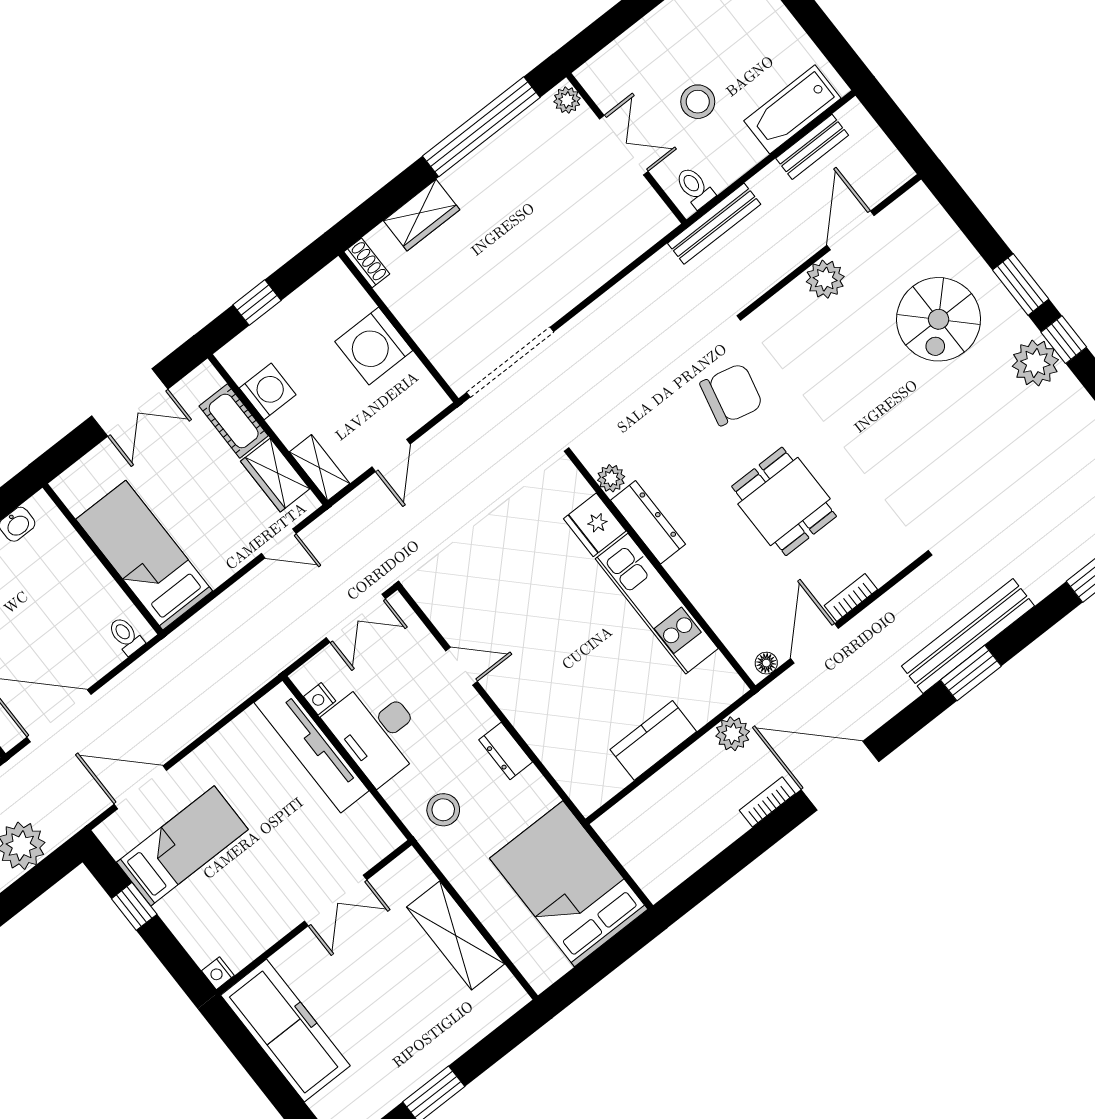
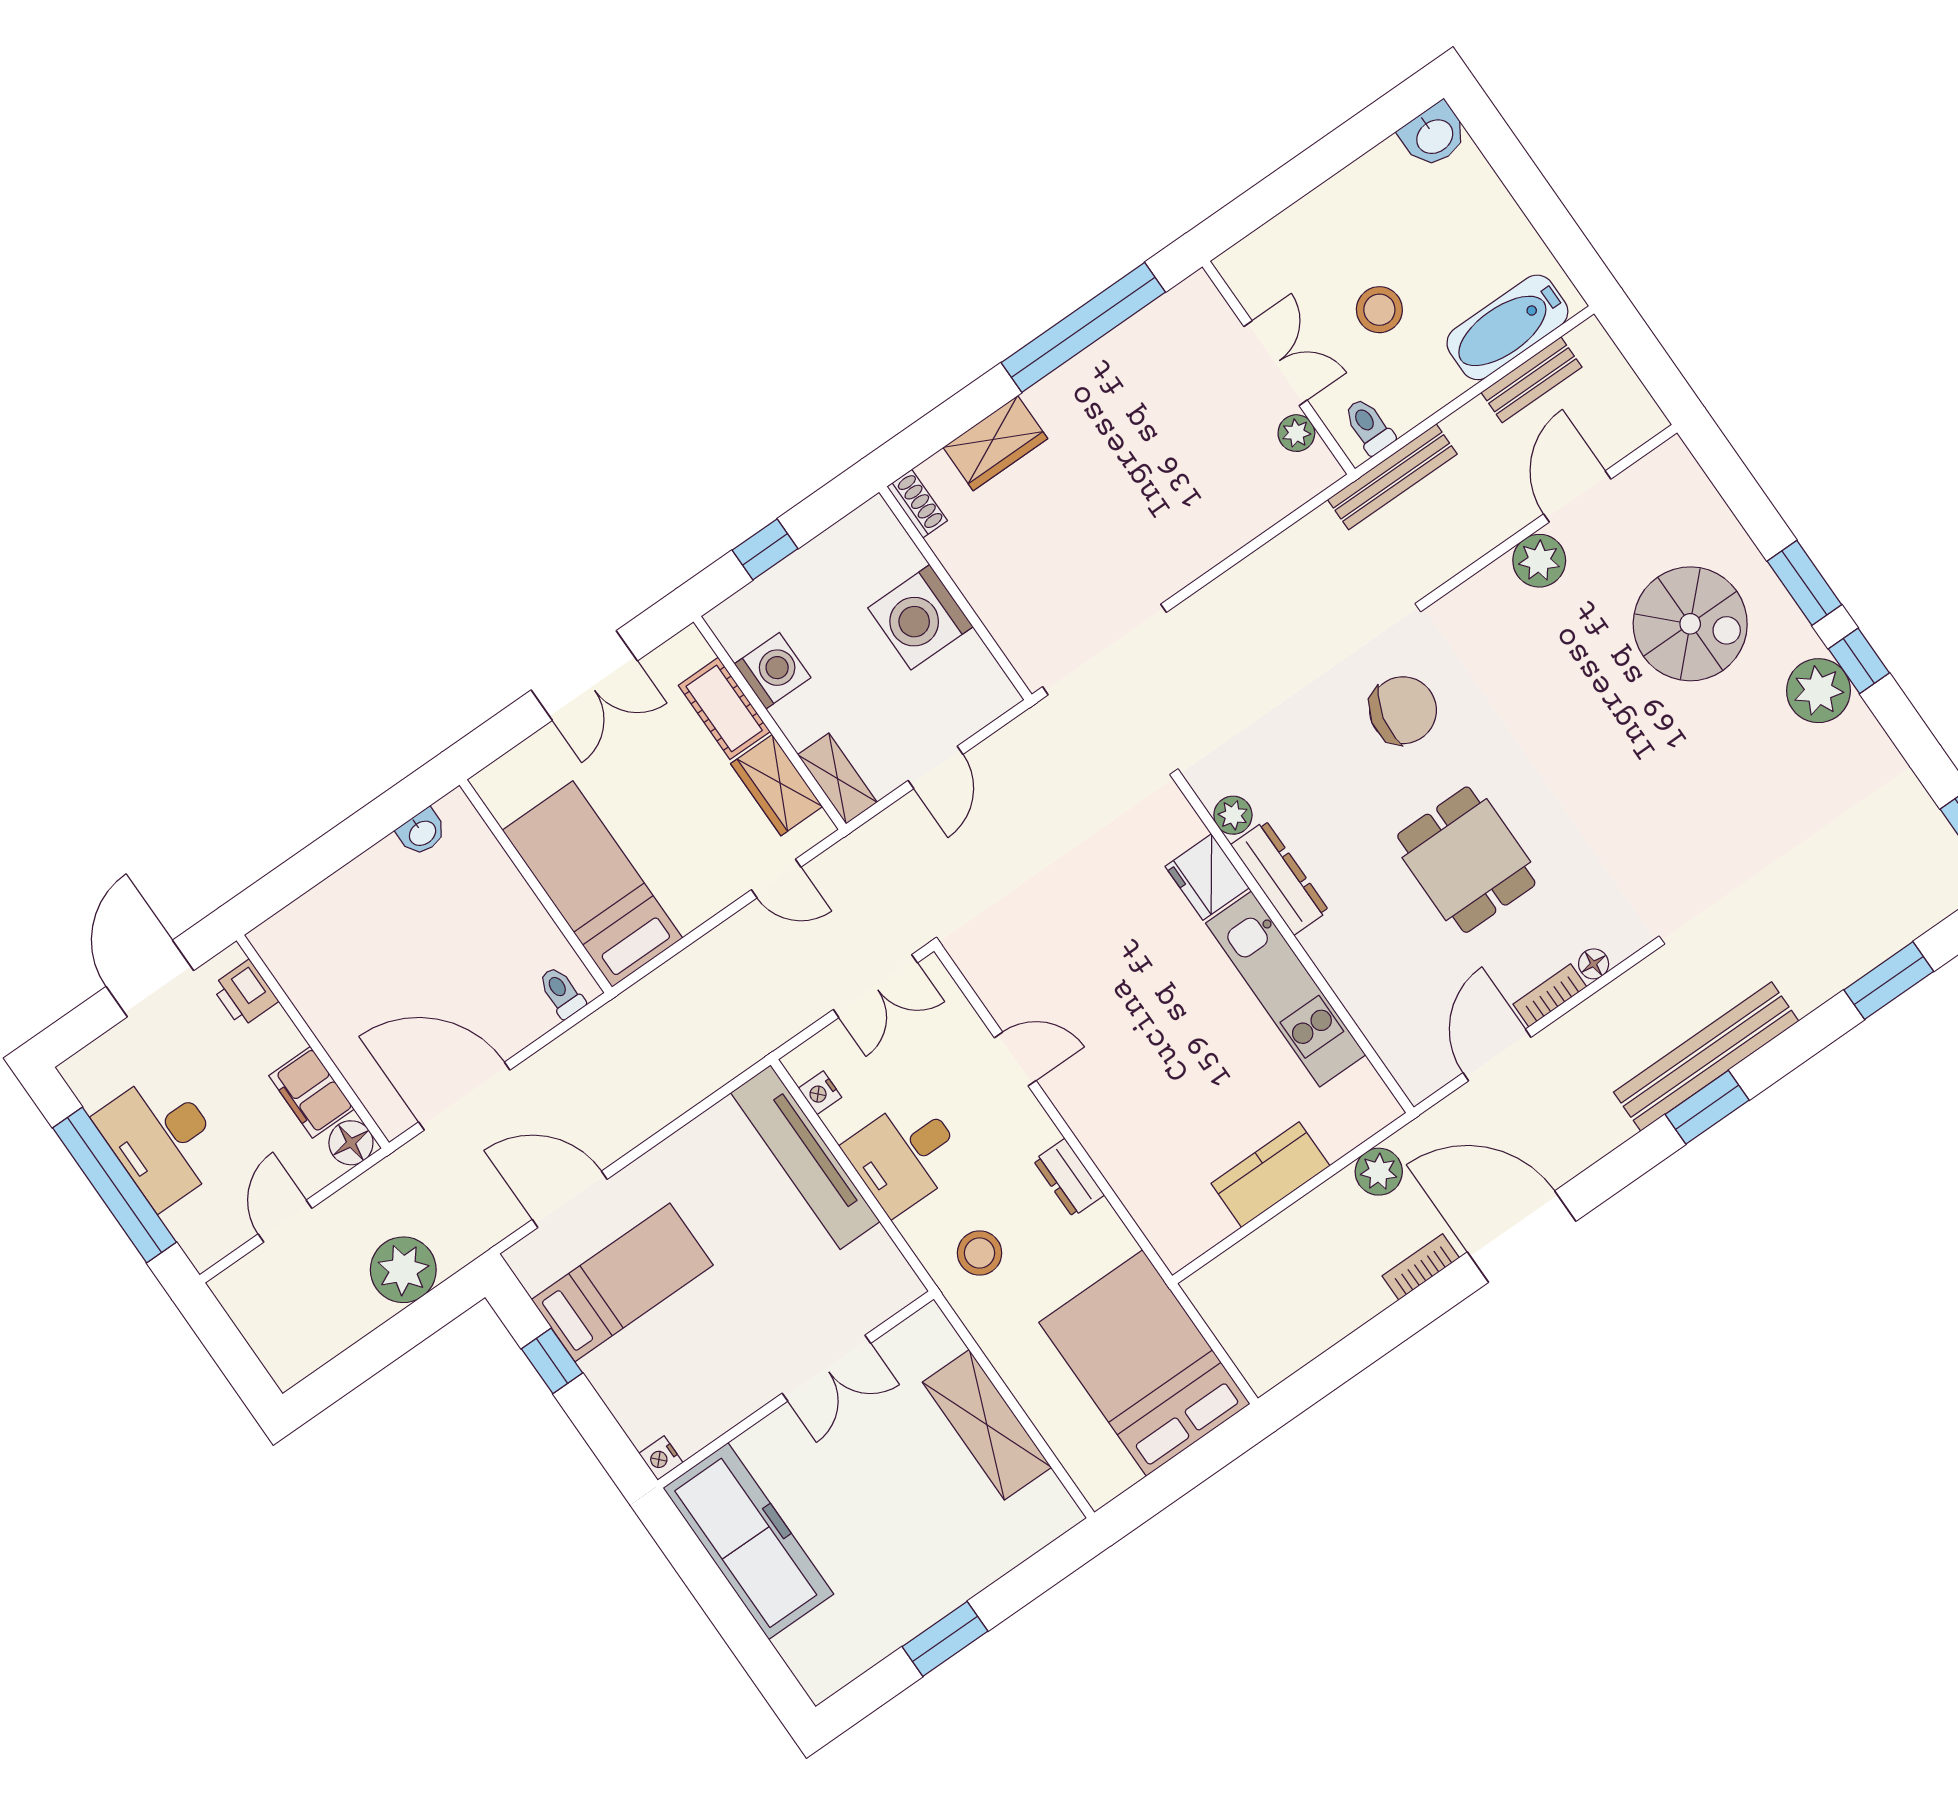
plant: (567, 100) -> (1296, 433), moved
spiral stairs: (939, 319) -> (1690, 624), turned -90
floor lamp: (766, 663) -> (1594, 964), moved
desk: (377, 731) -> (905, 1155), width x0.73

